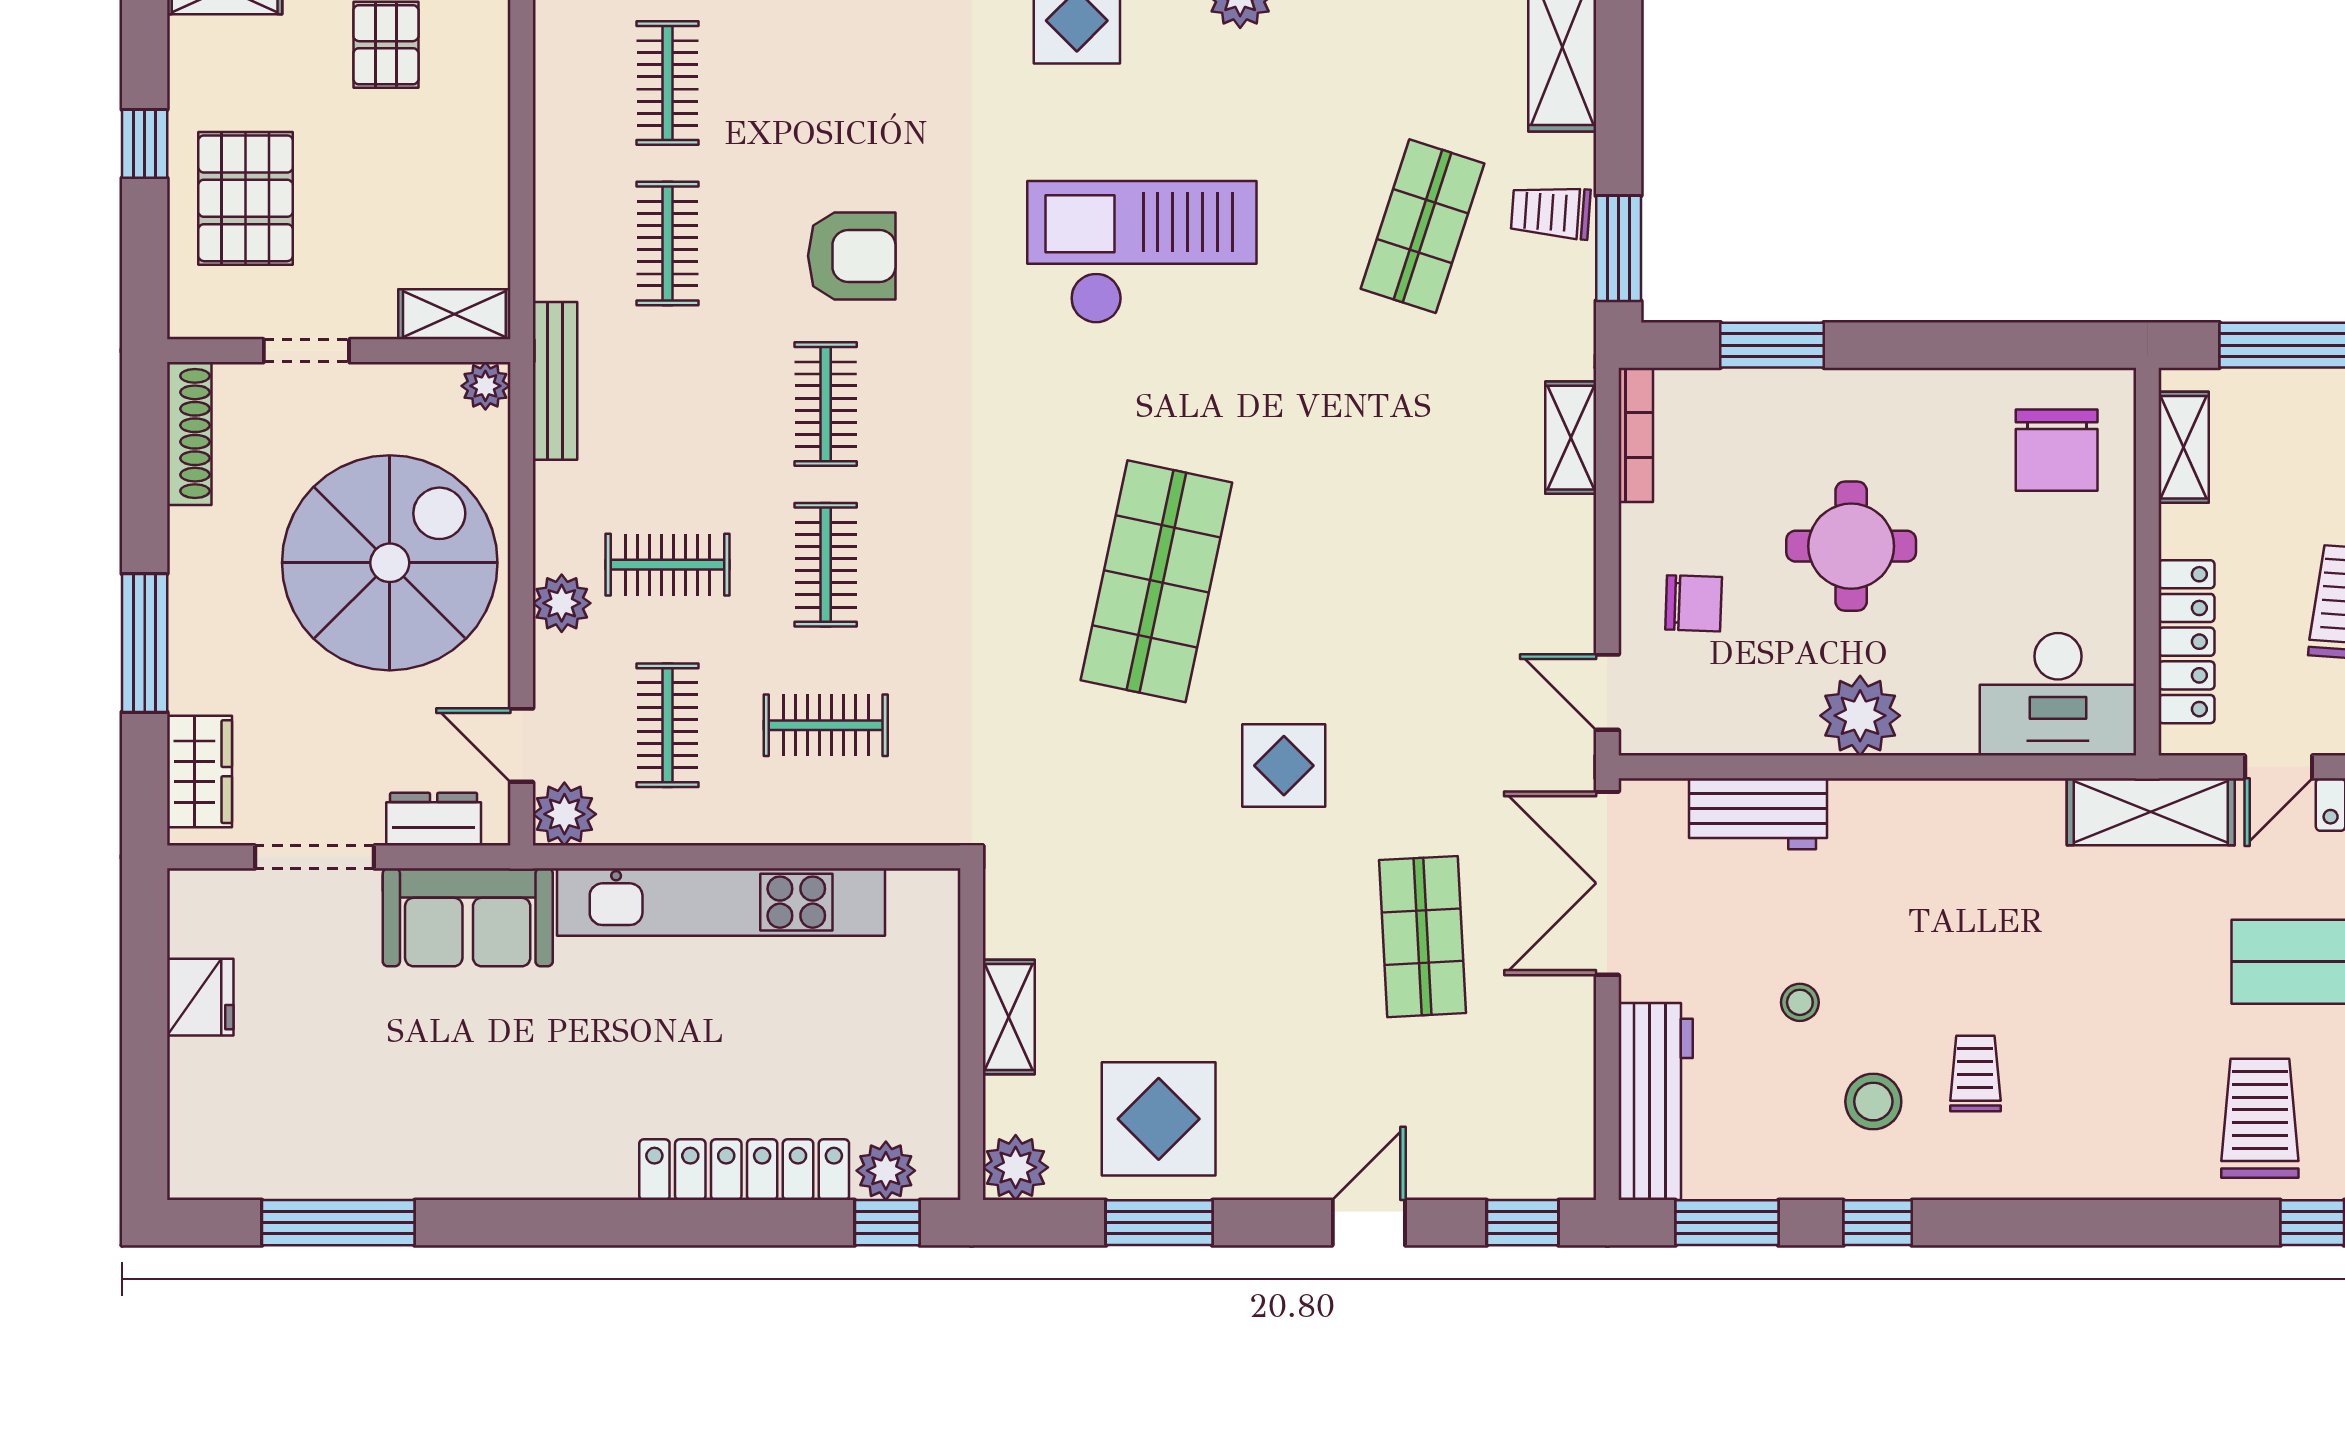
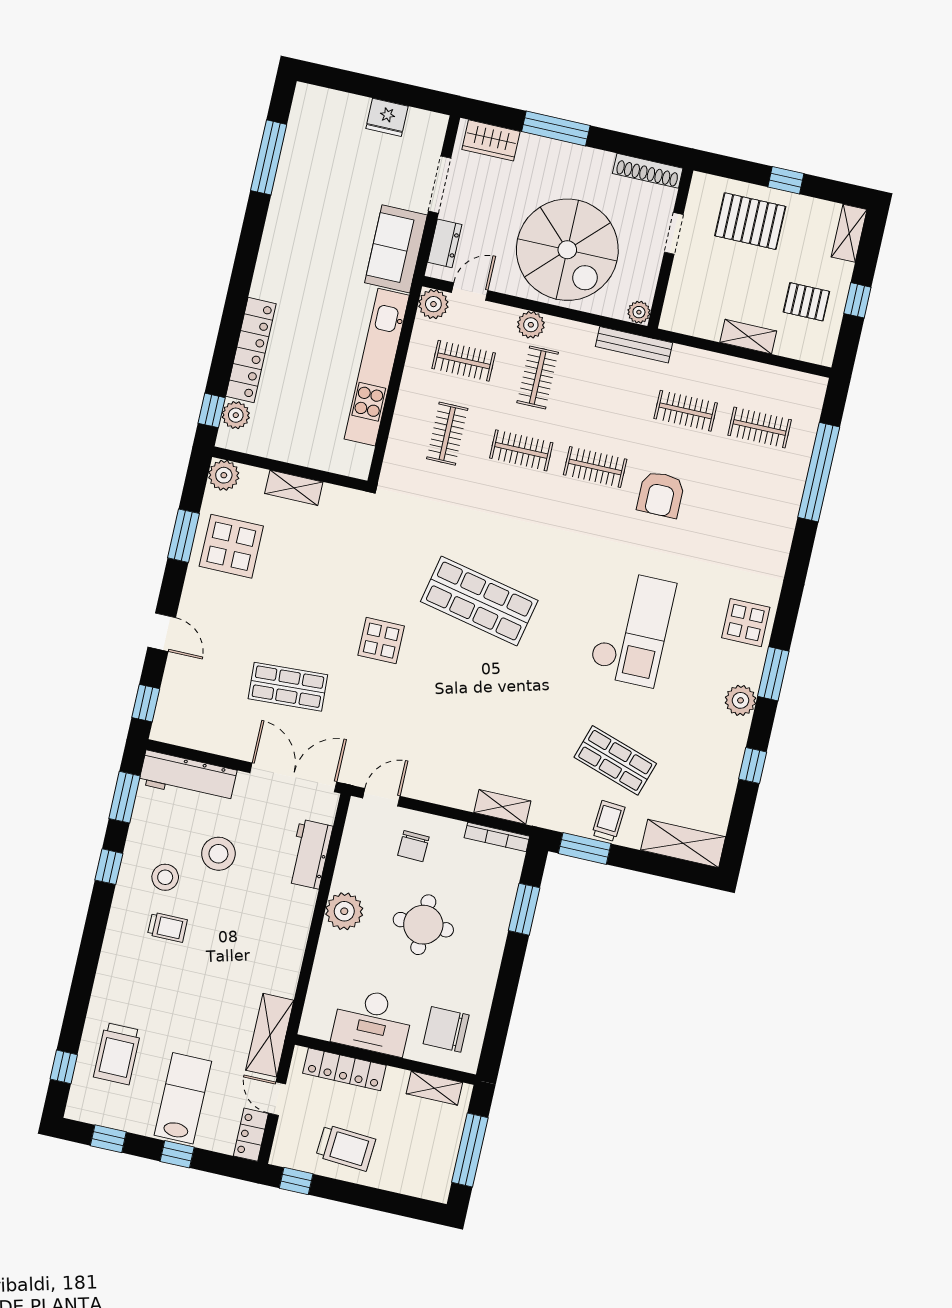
shelving: (454, 314) -> (748, 337), moved, turned 90
desk: (2058, 694) -> (373, 1022), moved, turned -90
stool: (1800, 1002) -> (218, 854), width x1.89, depth x1.89
trolley: (2260, 1118) -> (117, 1054), turned 90

